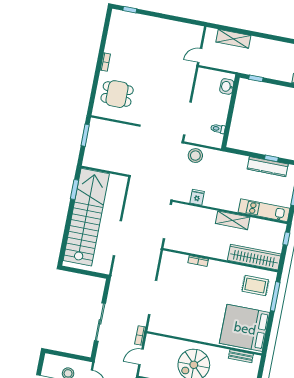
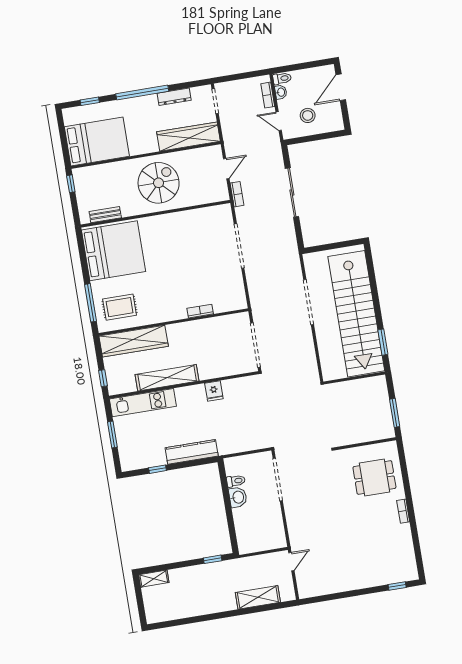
washbasin: (227, 86) -> (238, 497), moved
stool: (195, 156) -> (251, 438), removed
kitchen counter: (268, 167) -> (192, 452), moved
fridge: (197, 197) -> (214, 391), moved
shelving: (233, 220) -> (167, 378), width x1.47

